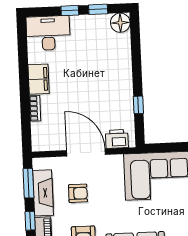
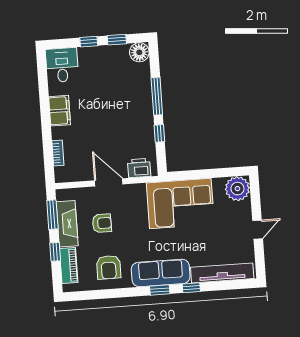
desk: (48, 33) -> (62, 65), width x0.73
window: (137, 67) -> (157, 96), added
bookcase: (35, 108) -> (58, 153), moved
door: (86, 153) -> (109, 182), width x0.73

